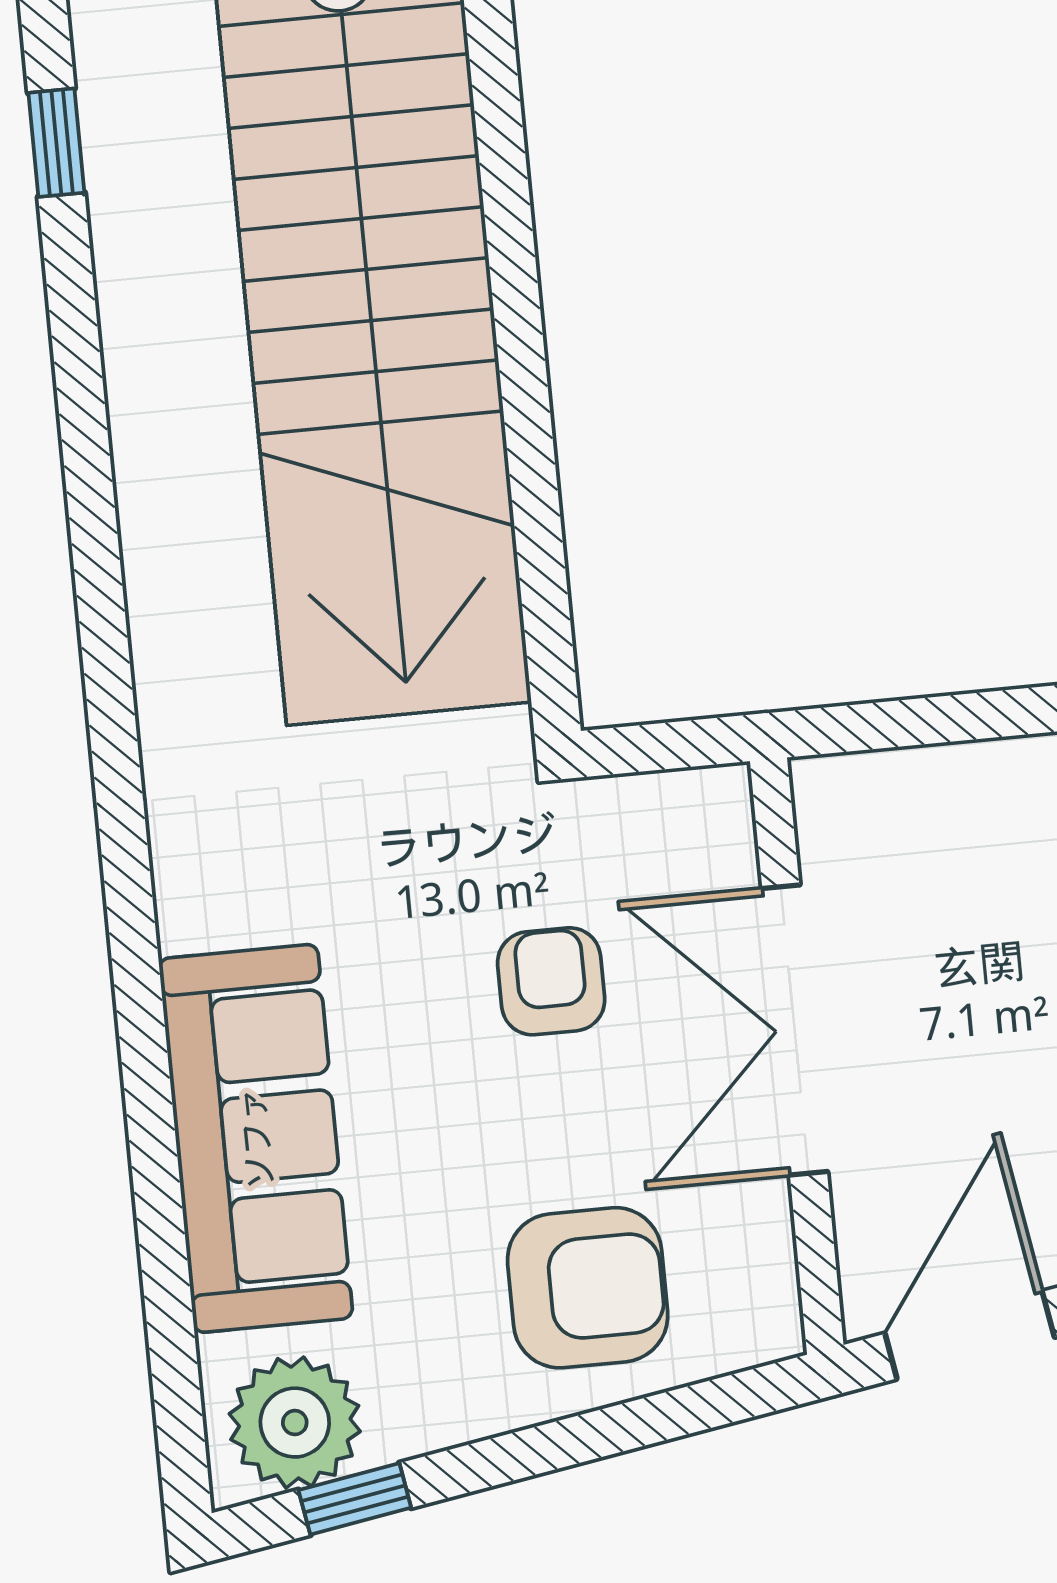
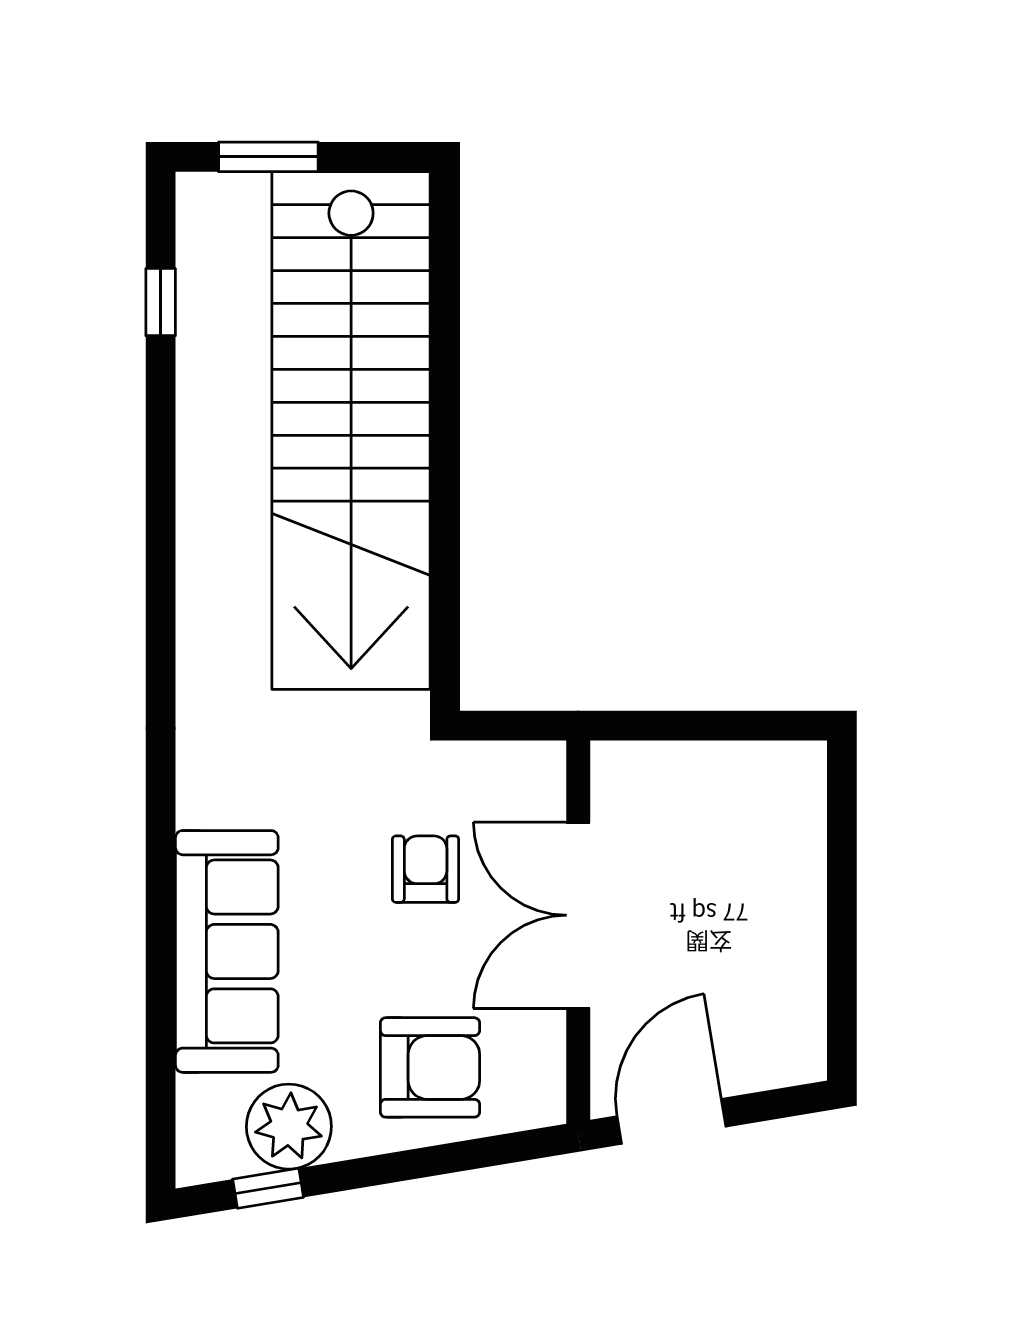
plant: (295, 1423) -> (289, 1127), moved

